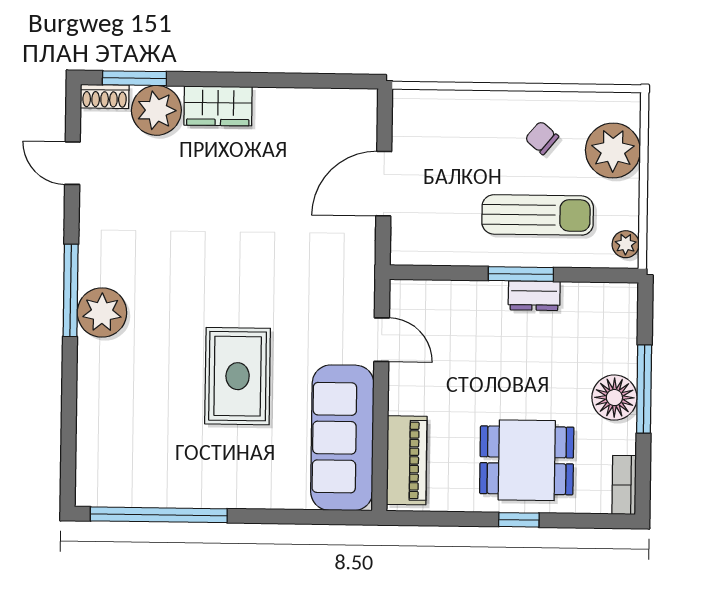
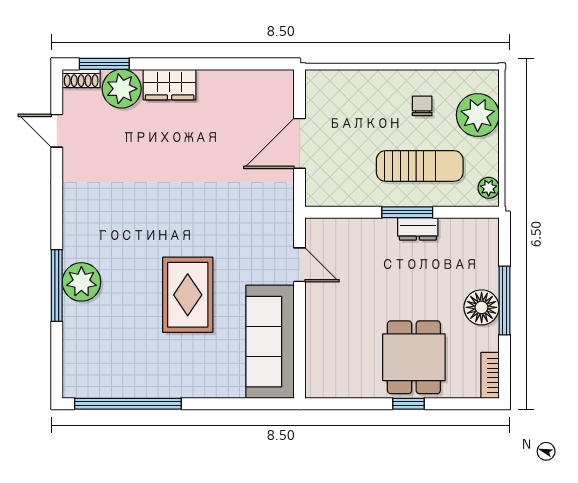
chair: (542, 138) -> (422, 106), turned 50
window: (71, 290) -> (57, 286), moved
plant: (102, 313) -> (81, 282), moved
piano: (407, 460) -> (320, 359), removed
dining table: (527, 460) -> (414, 357), turned 90

